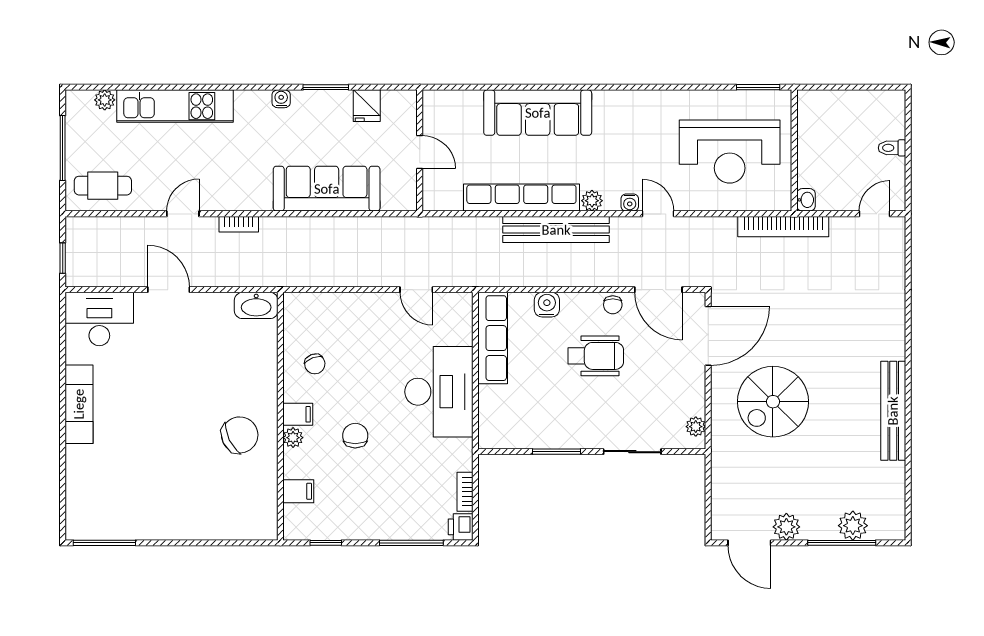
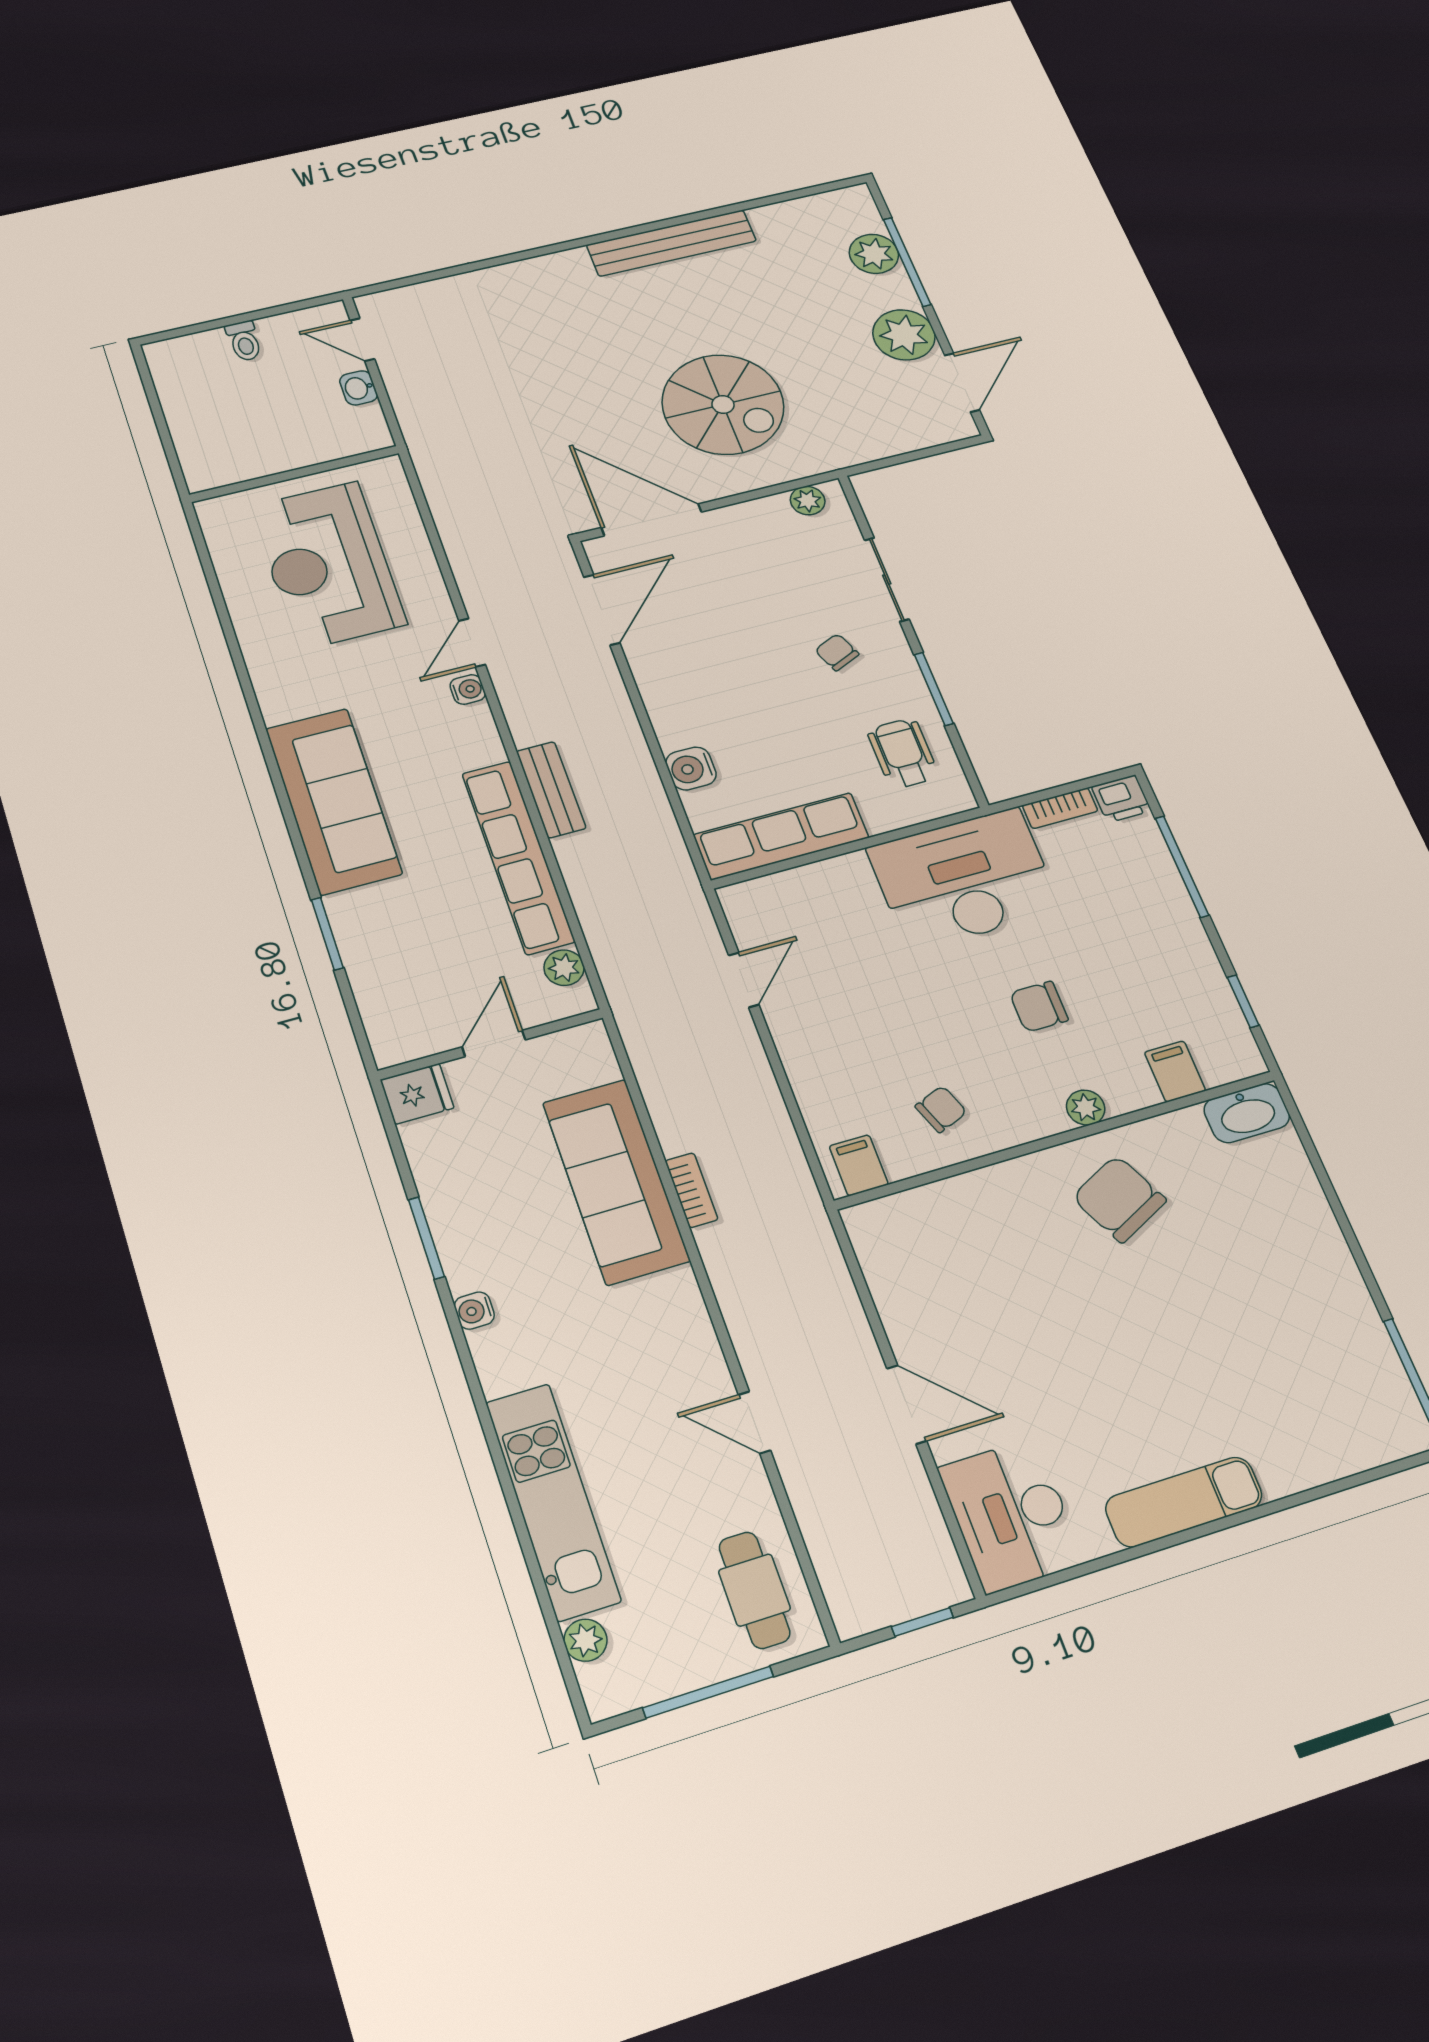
window: (758, 87) -> (327, 934), moved
fridge: (367, 106) -> (417, 1094), moved
sofa: (538, 113) -> (334, 801), moved
reception desk: (730, 152) -> (328, 565), turned 180
washbasin: (806, 200) -> (359, 388), moved, turned -90
plant: (592, 201) -> (564, 968), moved
bookcase: (239, 224) -> (691, 1190), moved
bookcase: (783, 227) -> (429, 459), removed
bench: (556, 230) -> (551, 790), width x0.54, depth x0.82
door: (169, 290) -> (907, 1405), swing flipped
washbasin: (256, 305) -> (1247, 1113), moved, turned 90
chair: (613, 305) -> (837, 652), moved, turned -113
wheelchair: (596, 356) -> (903, 753), moved, width x0.73, depth x0.73
desk: (439, 392) -> (964, 879), moved
filing cabinet: (298, 414) -> (859, 1165), moved
plant: (786, 527) -> (904, 335), width x1.36, depth x1.36

